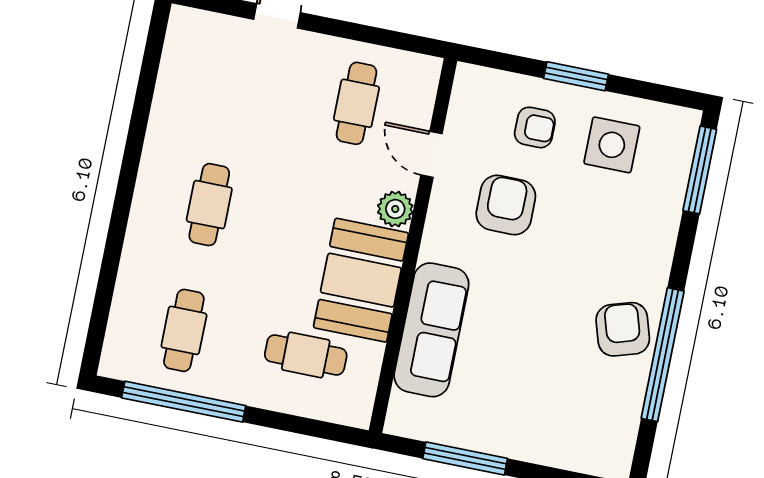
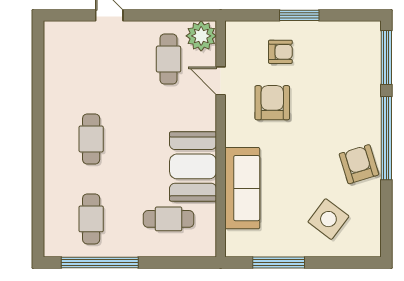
side table: (612, 145) -> (328, 219), moved, turned 37
plant: (395, 209) -> (201, 36), moved, width x1.36, depth x1.36
window: (663, 355) -> (386, 138), moved

